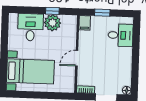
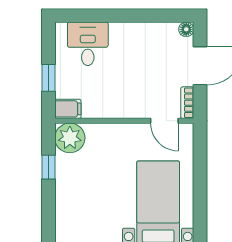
plant: (52, 23) -> (70, 138), moved
desk: (30, 27) -> (79, 206), removed
door: (77, 58) -> (164, 121), moved

